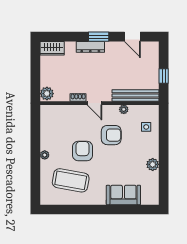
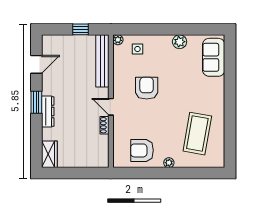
plant: (47, 94) -> (100, 160), removed
door: (95, 103) -> (111, 107), swing flipped
plant: (124, 109) -> (118, 40), moved
armchair: (83, 151) -> (142, 150), moved
sofa: (123, 195) -> (214, 57), moved

